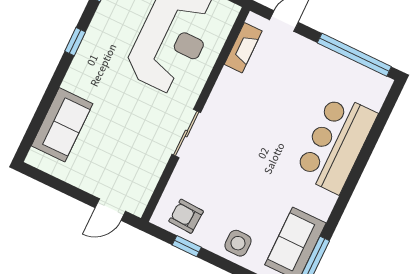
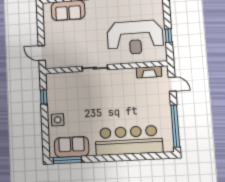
bar counter: (336, 144) -> (129, 140), width x1.36
armchair: (186, 216) -> (57, 89), removed

